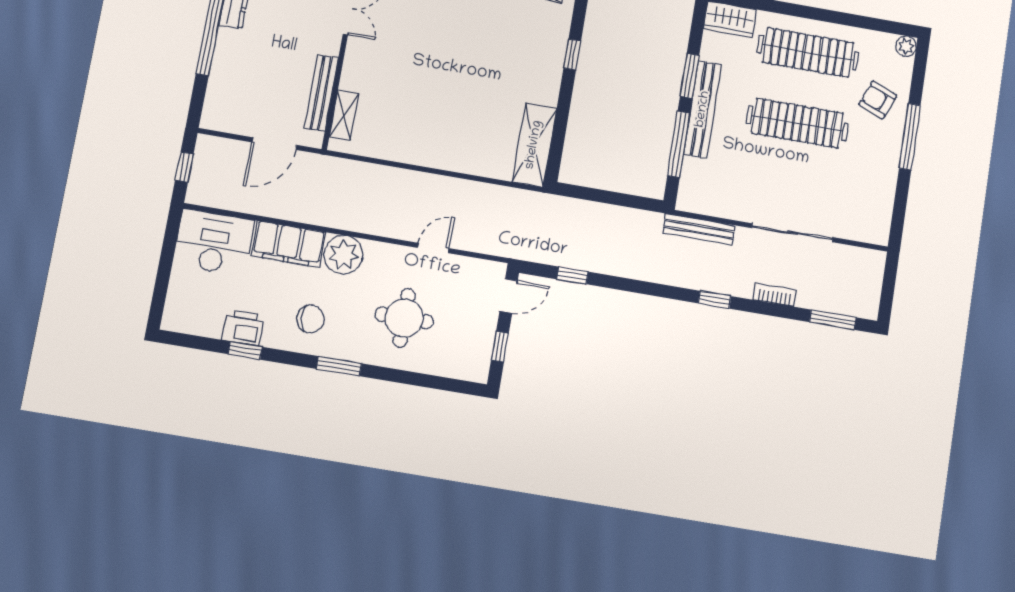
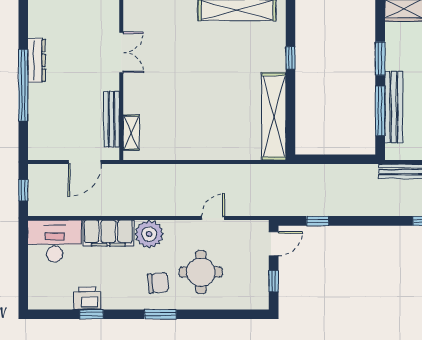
bench: (703, 109) -> (394, 107), moved
shelving: (534, 145) -> (274, 116), width x1.47
chair: (311, 319) -> (158, 283), moved

